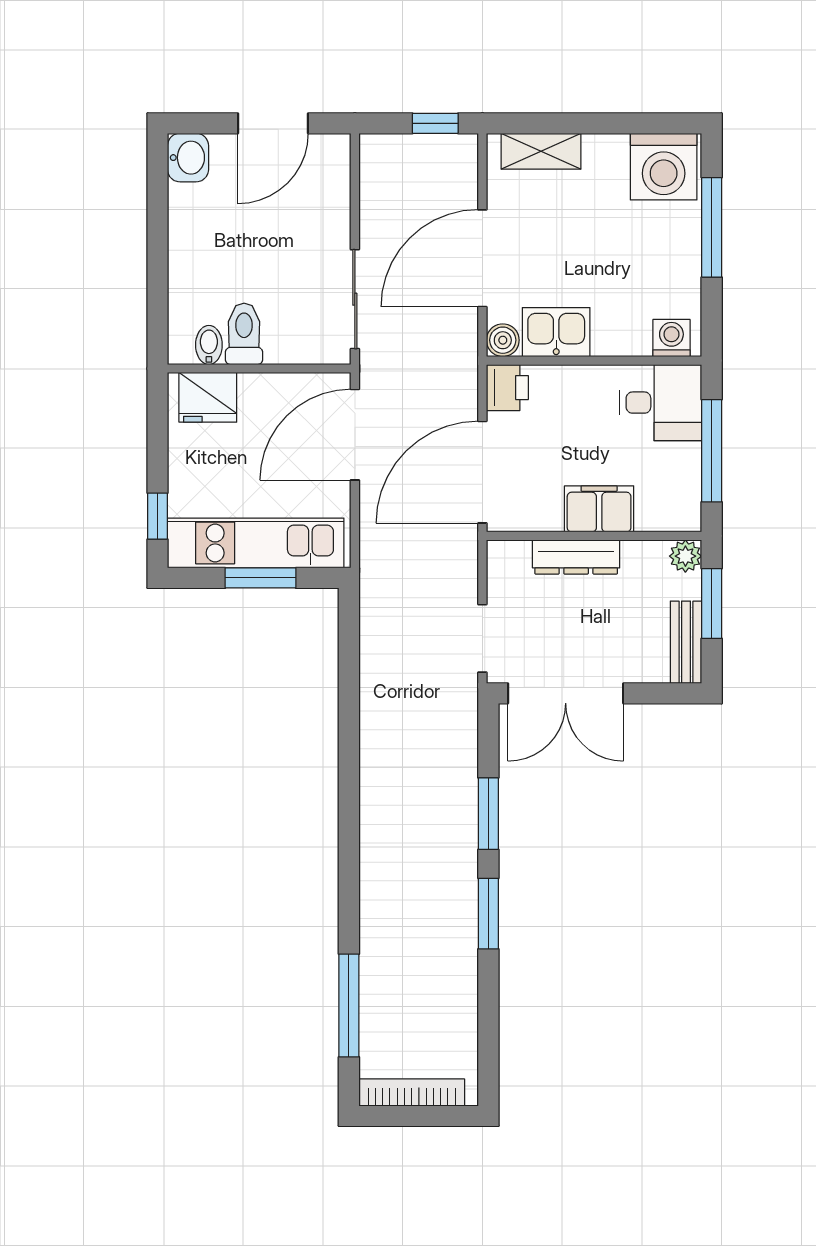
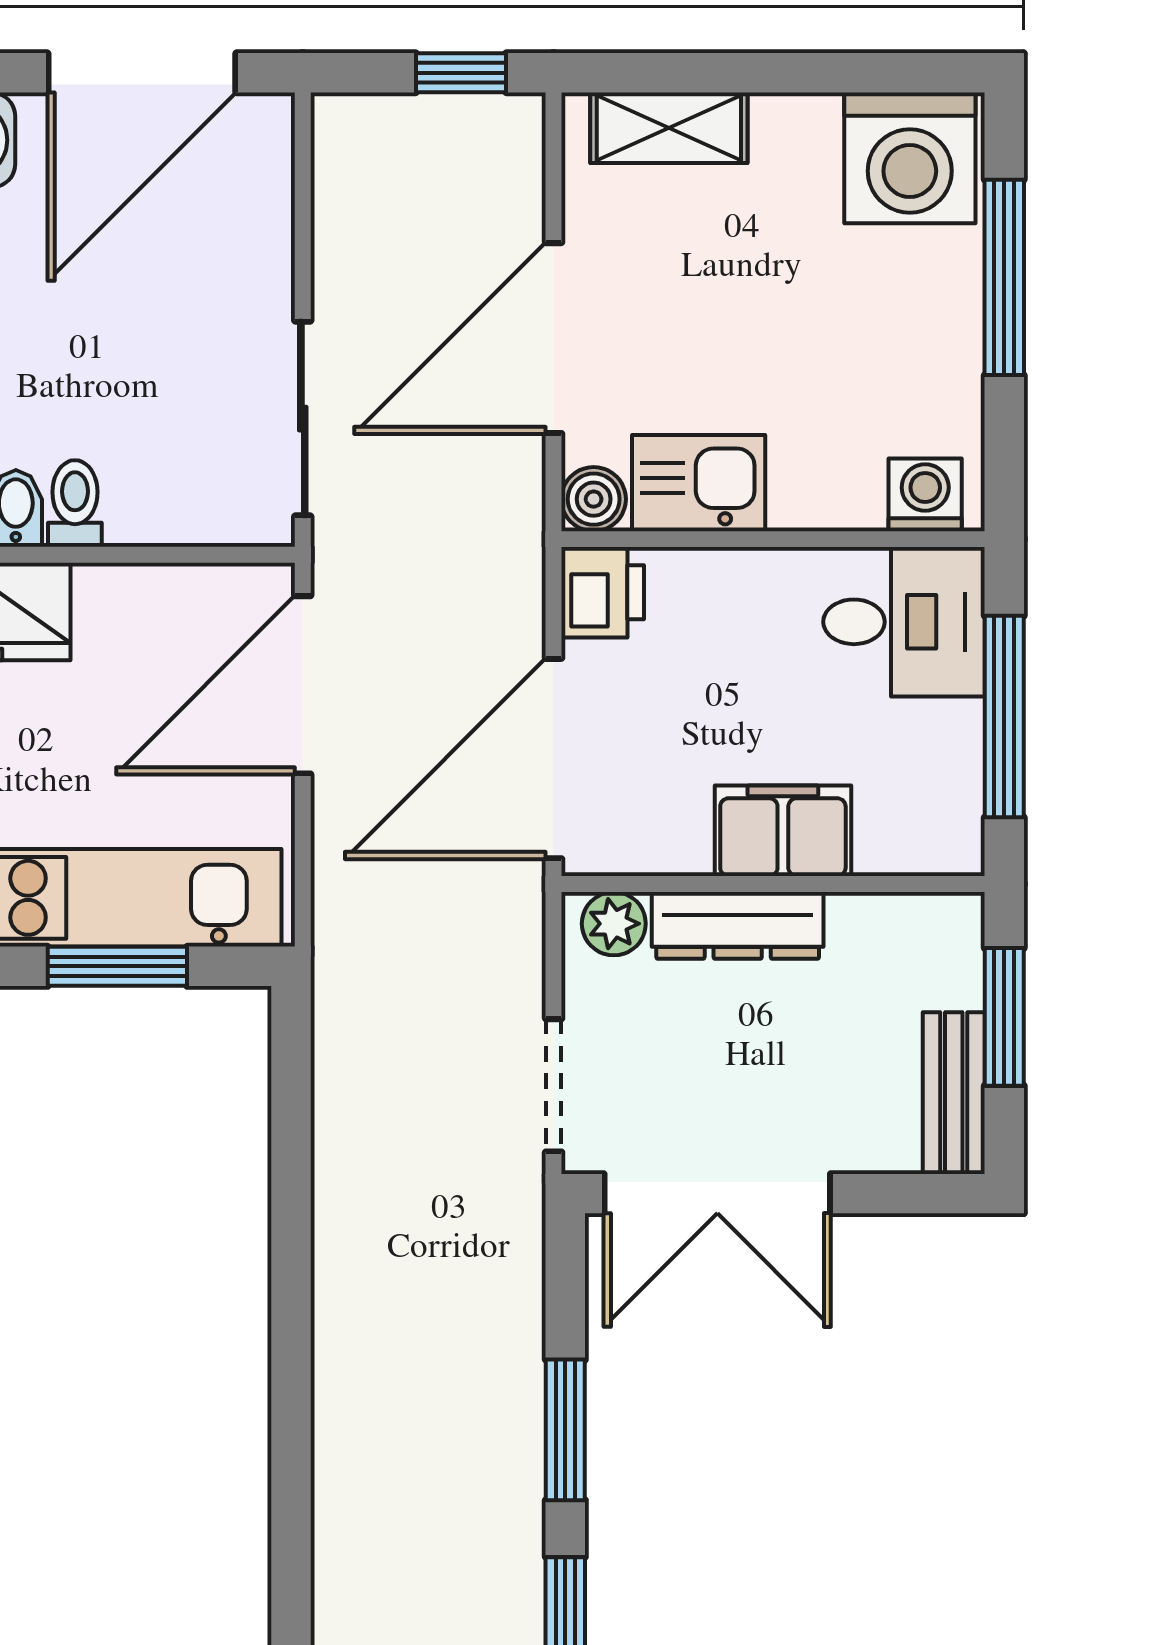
door: (273, 123) -> (142, 73), width x1.36
toilet: (244, 334) -> (75, 503), width x0.73, depth x0.72
plant: (685, 556) -> (614, 924), moved

